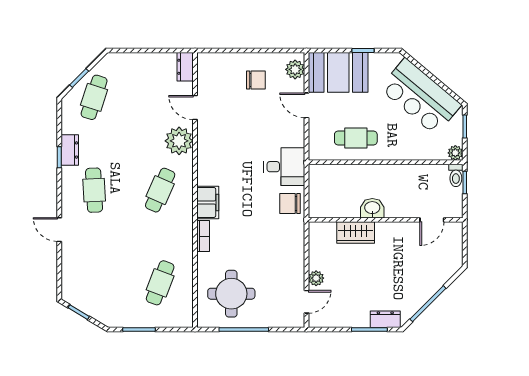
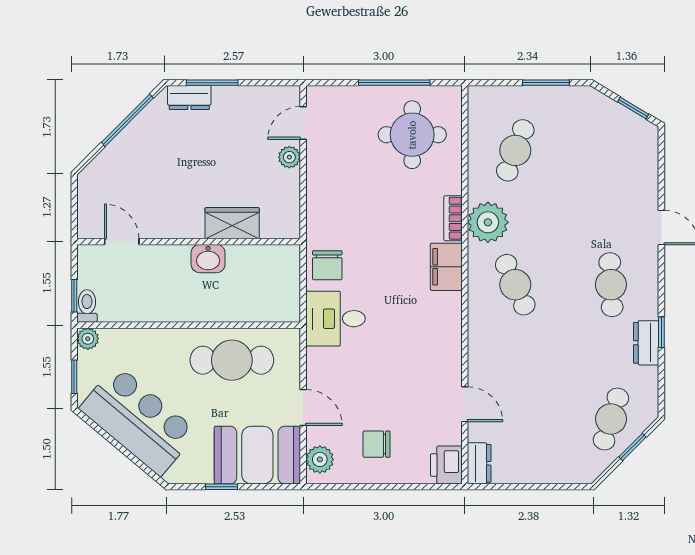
printer: (208, 66) -> (446, 465), added
cafe table: (356, 138) -> (232, 360), width x1.37, depth x1.35
plant: (179, 141) -> (488, 222), moved
cafe table: (160, 190) -> (515, 285), turned -48
chair: (290, 204) -> (327, 265), turned 90
door: (432, 220) -> (122, 242), hinge flipped

